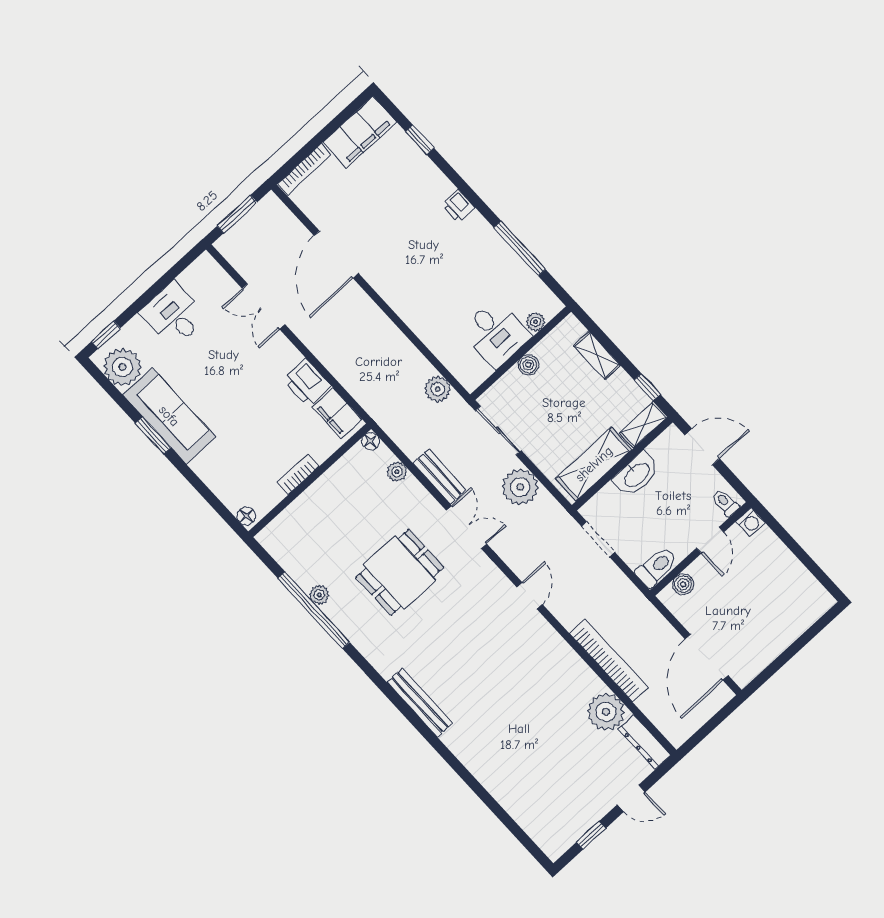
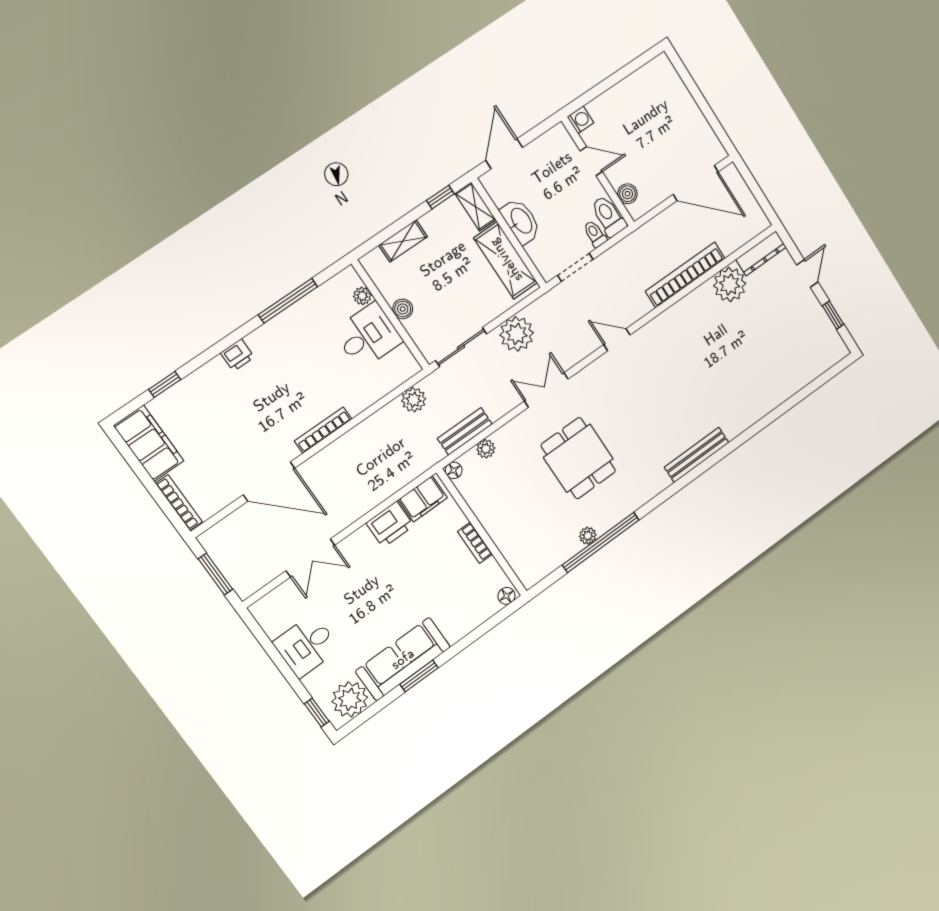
bookcase: (395, 301) -> (323, 430), added
bench: (440, 477) -> (465, 431), moved
toilet: (725, 503) -> (595, 234), moved, turned 90

